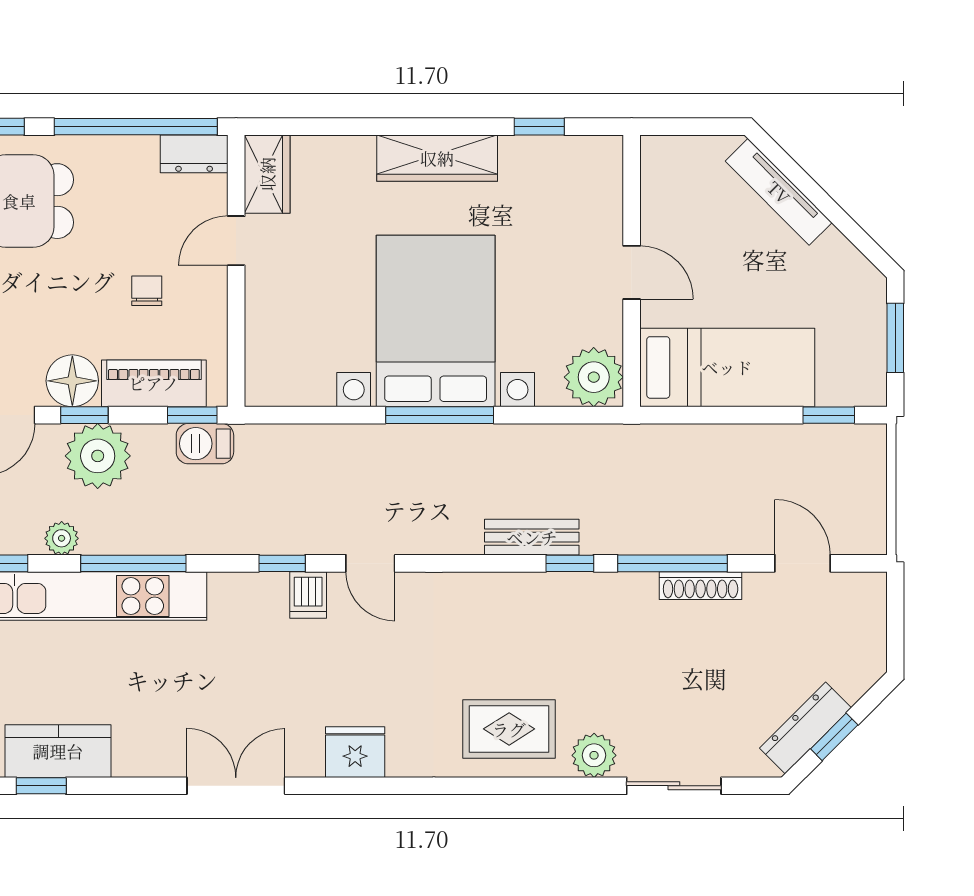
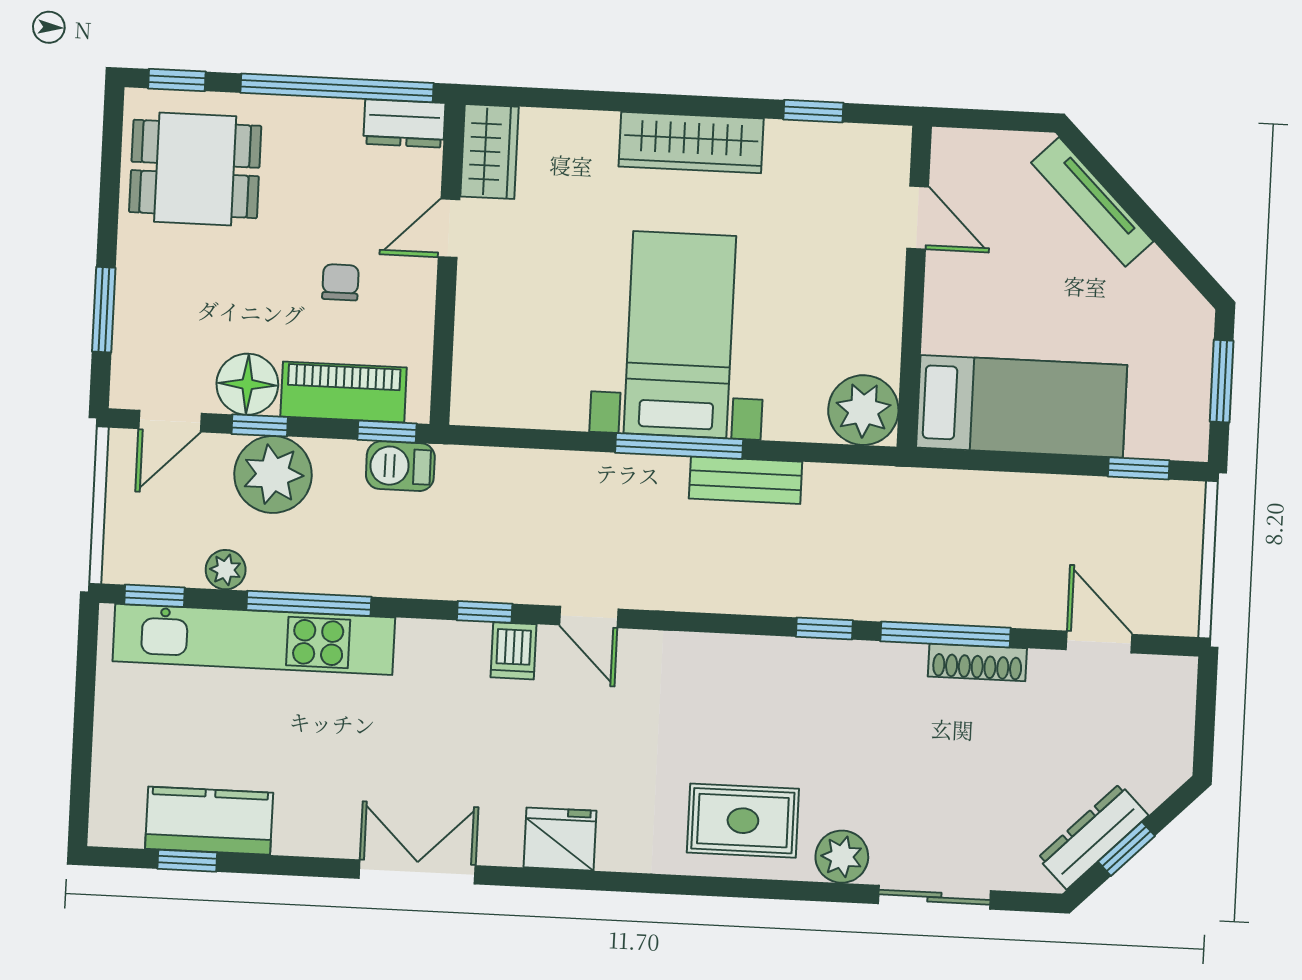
door: (632, 272) -> (918, 218), moved
bed with nightstands: (436, 321) -> (680, 335), width x0.73
bench: (532, 537) -> (746, 480), moved

